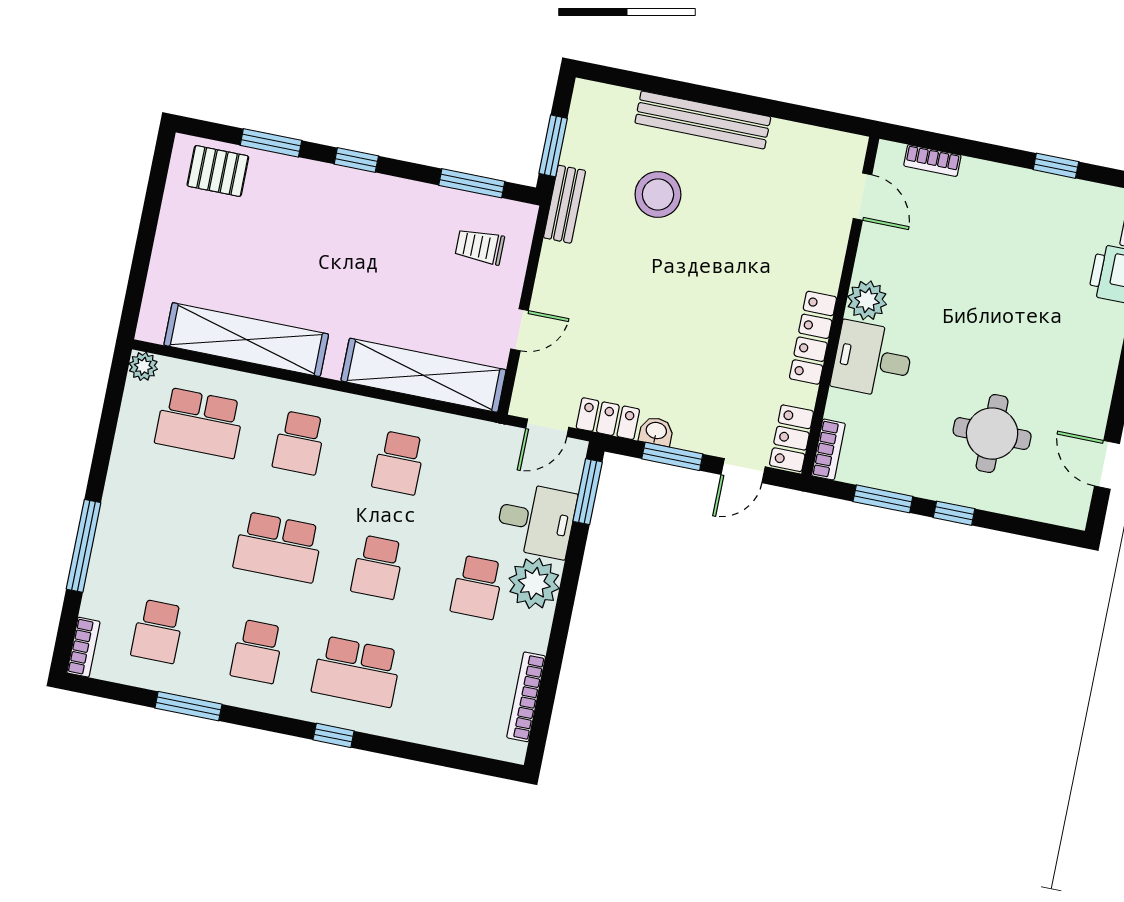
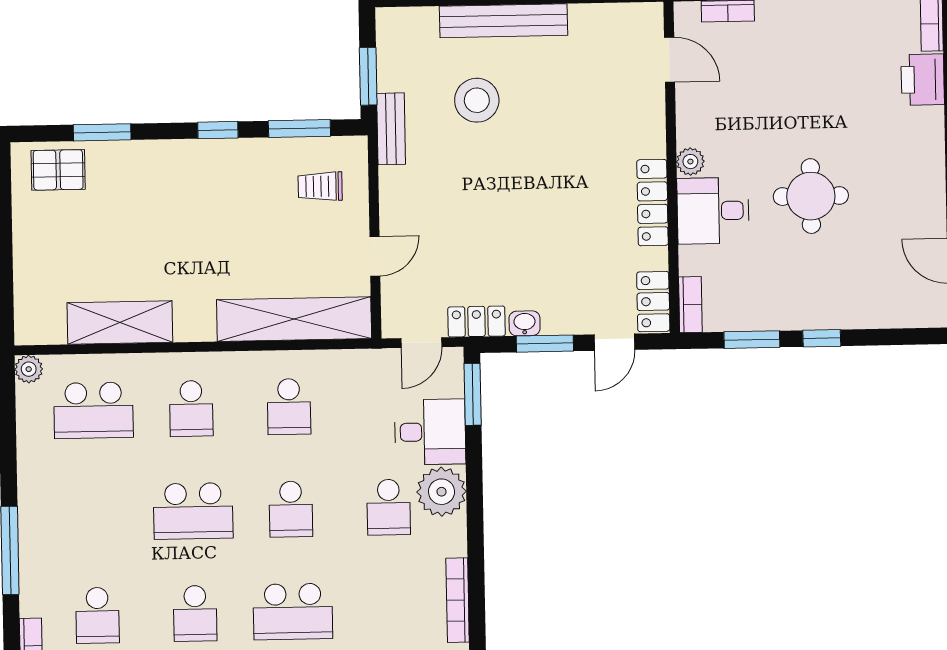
window: (356, 160) -> (218, 130), moved
plant: (867, 300) -> (690, 162), width x0.73, depth x0.73
shelving: (246, 340) -> (120, 323), width x0.68
round table: (992, 434) -> (811, 196), moved

